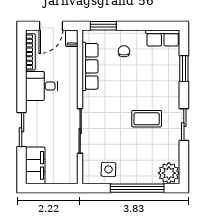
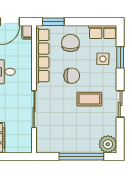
chair: (124, 51) -> (70, 43), width x1.87, depth x1.87
row of seats: (90, 66) -> (42, 56), width x1.36
chair: (125, 91) -> (72, 76), added
side table: (108, 169) -> (103, 59), moved

